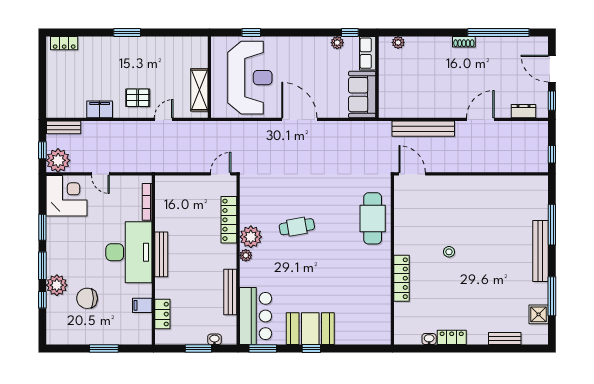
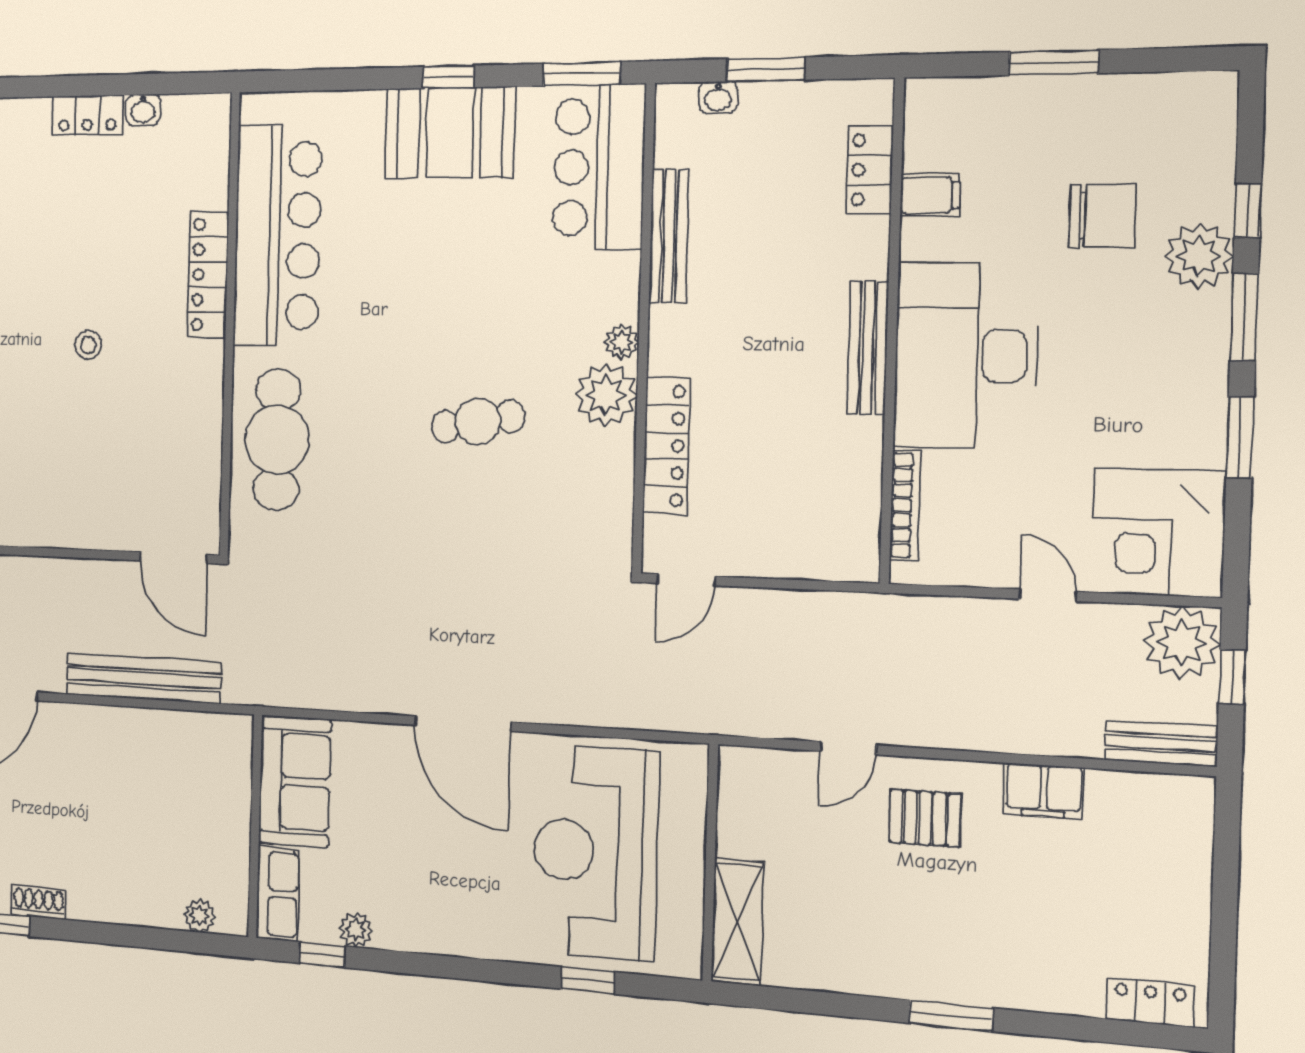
shelving: (199, 90) -> (737, 922), moved
bar counter: (374, 292) -> (278, 236), added

